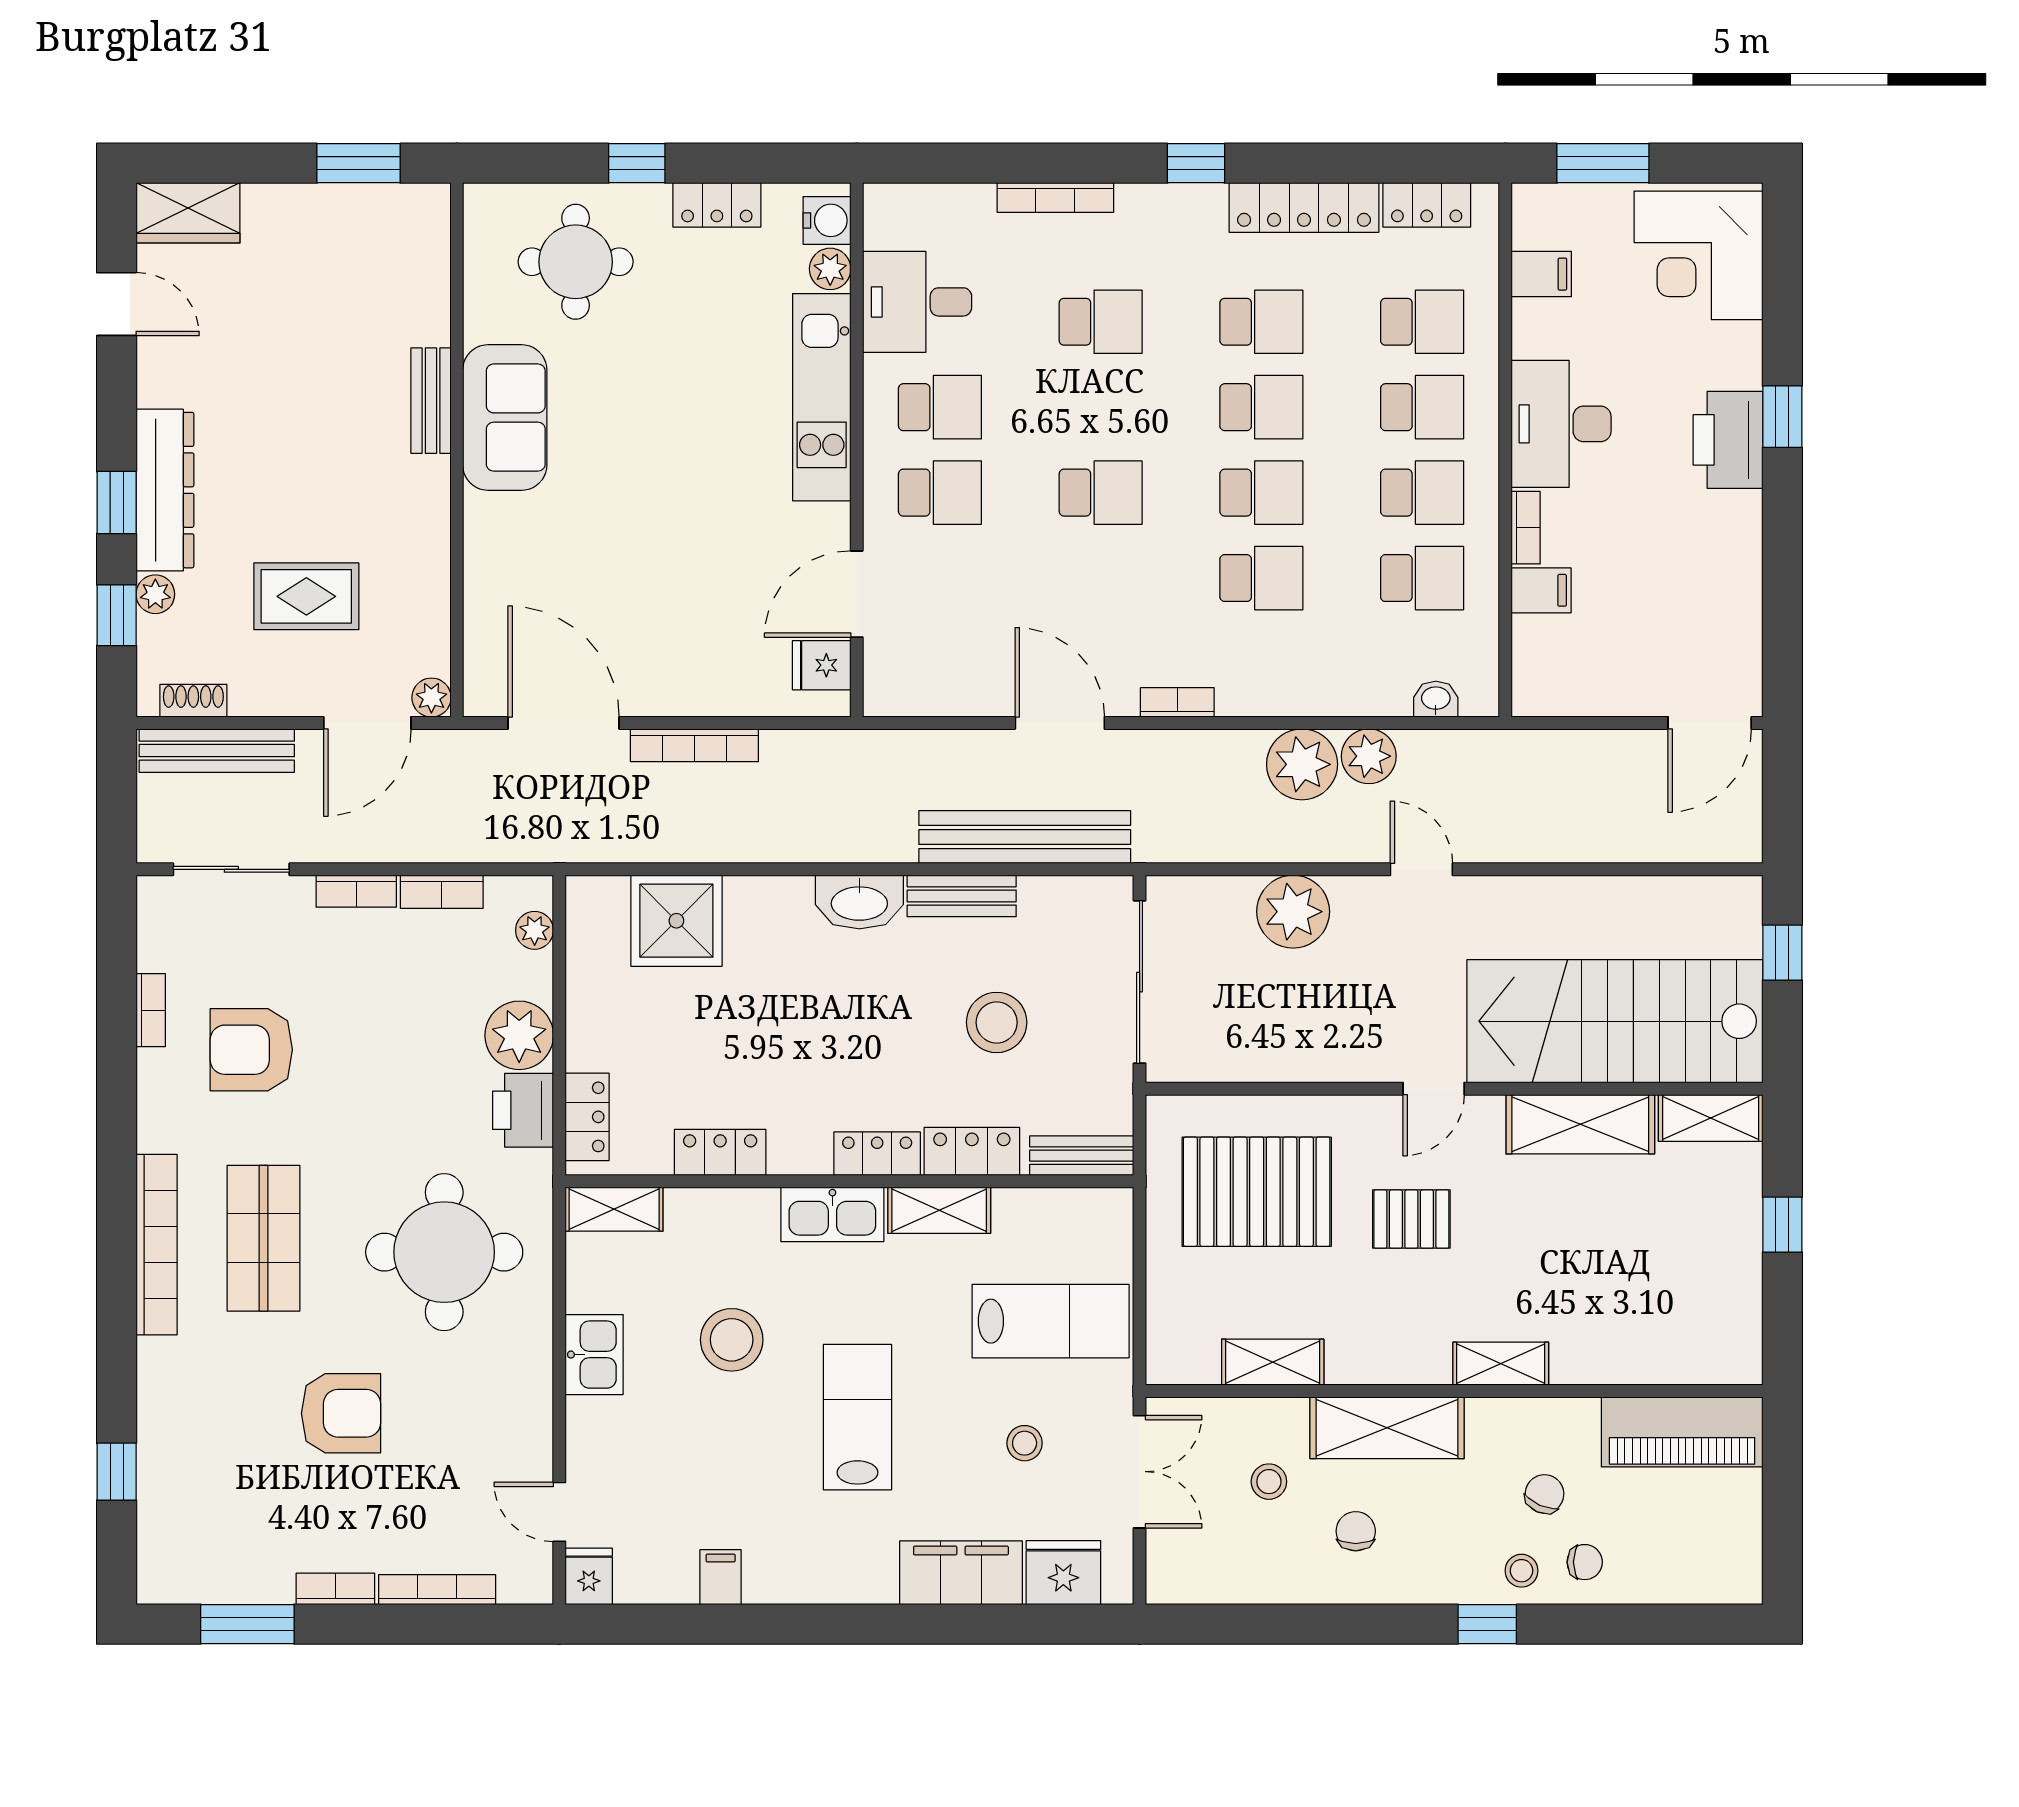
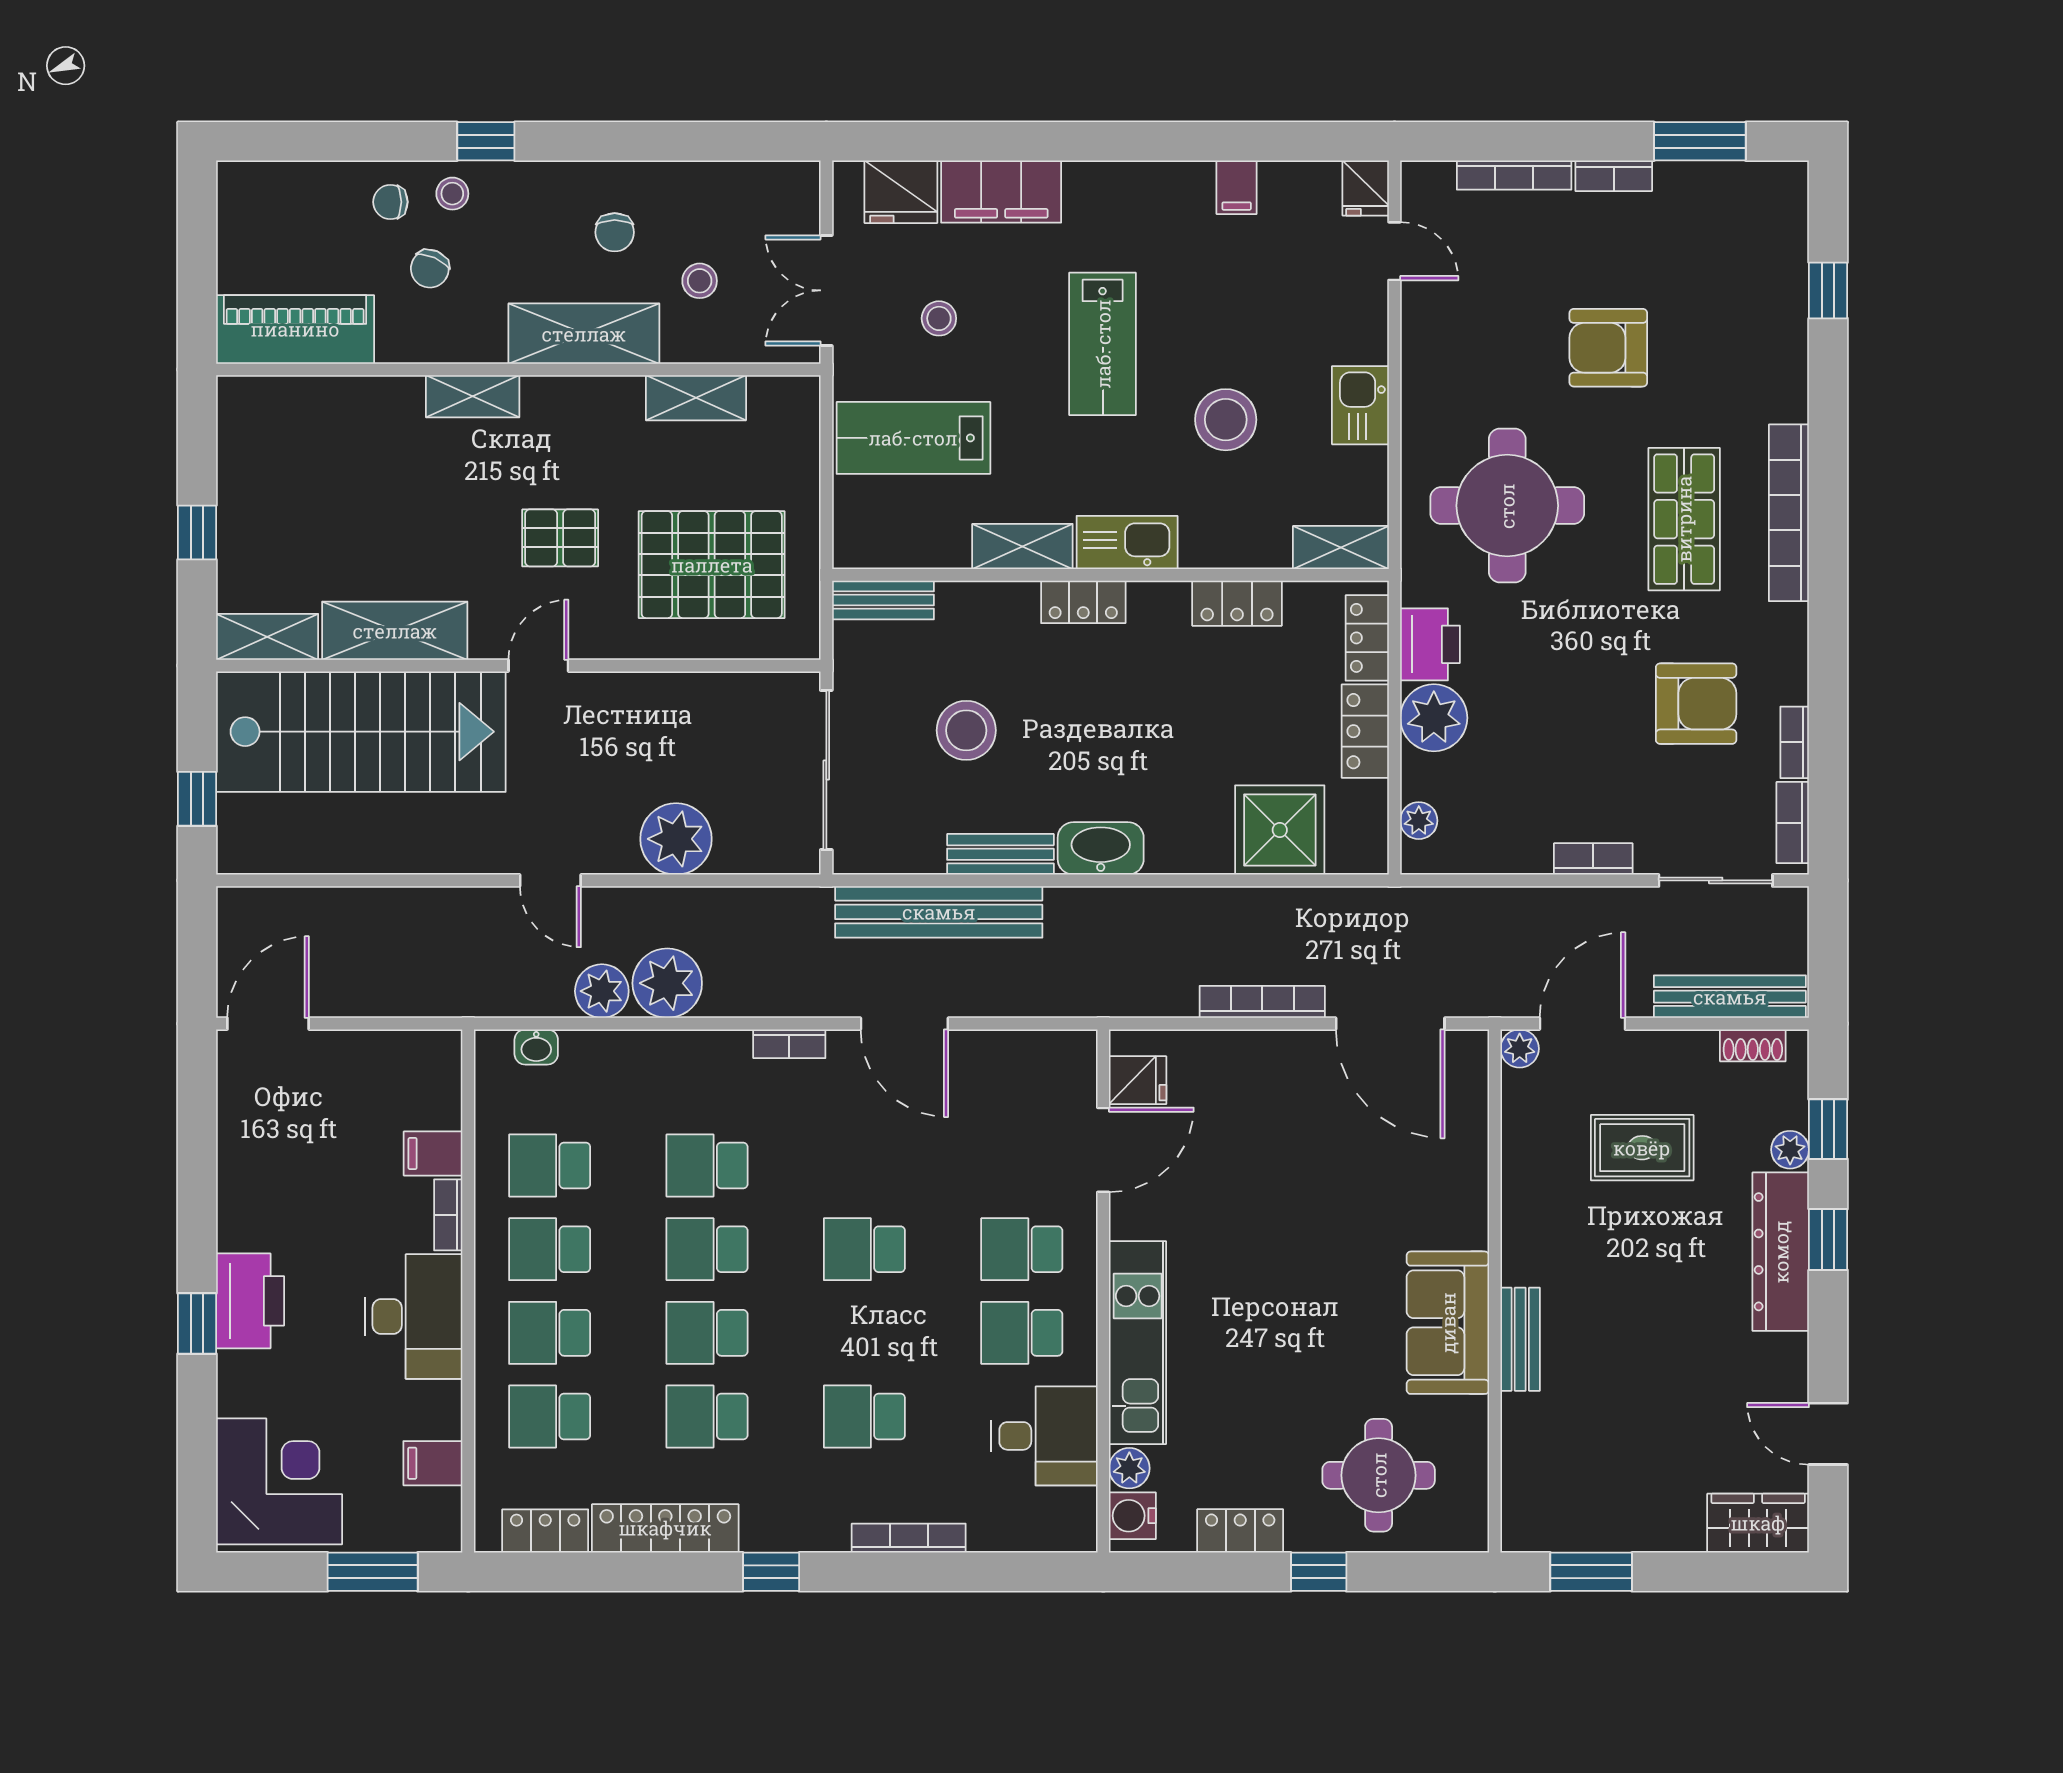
bookcase: (442, 892) -> (1793, 823), moved, turned -90
locker: (972, 1151) -> (1365, 731), moved, turned 90

